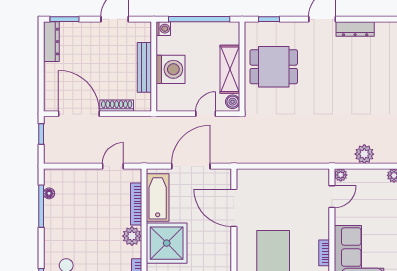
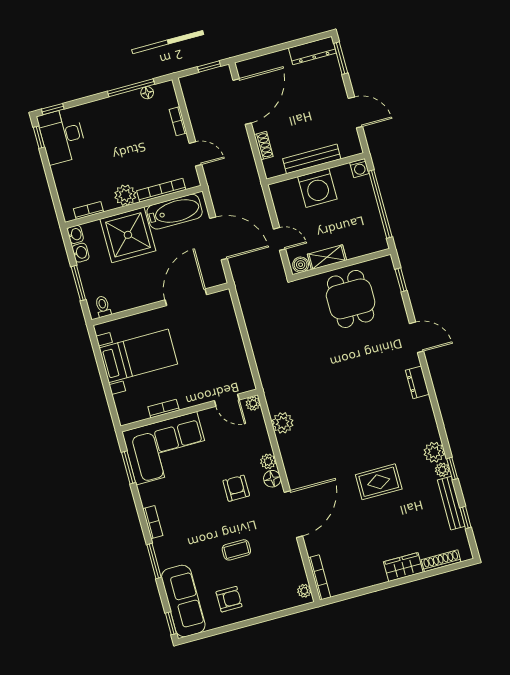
dresser: (355, 29) -> (417, 382), width x0.70
shelving: (230, 69) -> (327, 257), width x0.67, depth x0.75
shoe rack: (117, 106) -> (264, 146), width x0.70
bookcase: (81, 173) -> (178, 121), added

